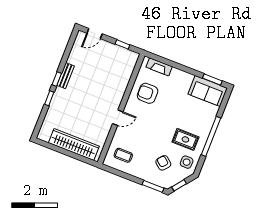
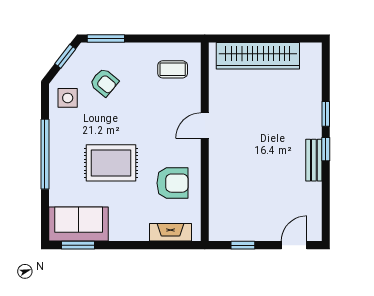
rug: (185, 139) -> (111, 163), moved, width x1.36, depth x1.43

